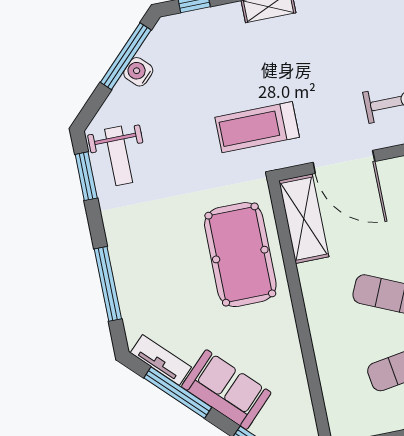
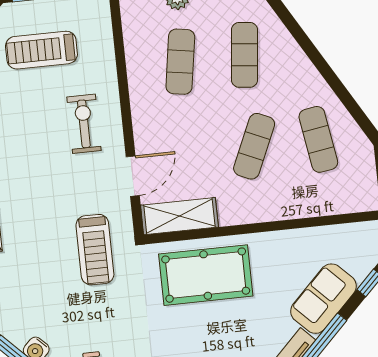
door: (344, 162) -> (133, 176), width x0.73

